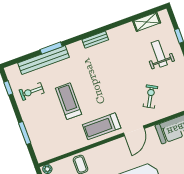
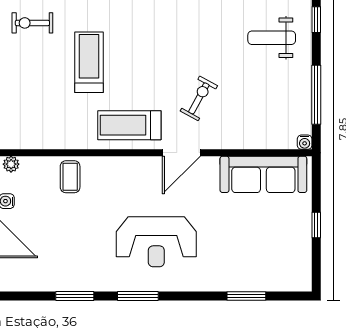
weight bench: (159, 54) -> (272, 38), turned -90
exercise bike: (150, 96) -> (199, 98), moved

